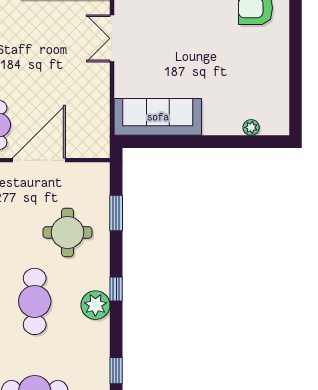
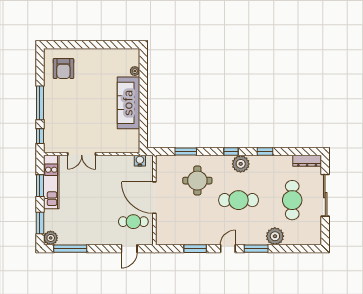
sofa: (158, 117) -> (128, 103), moved
water cooler: (101, 136) -> (140, 161), added
window: (116, 371) -> (265, 152), moved

